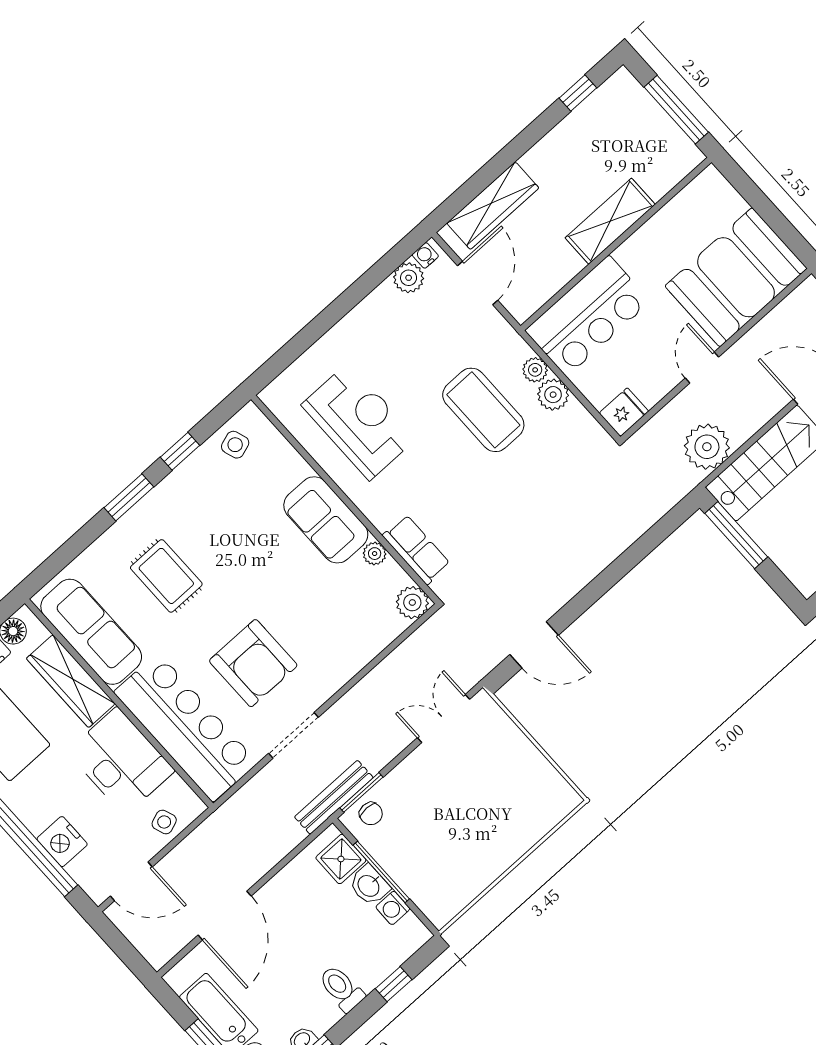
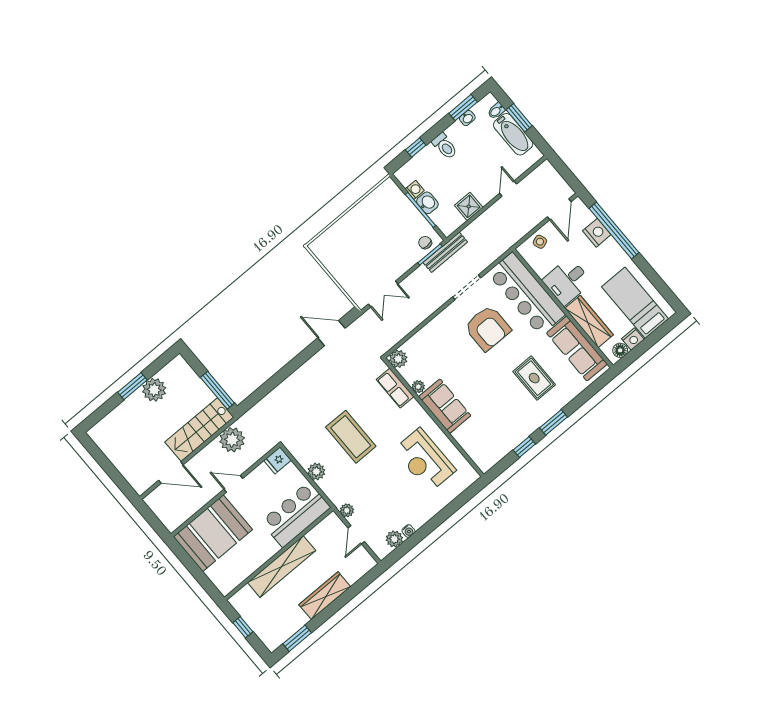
window: (578, 93) -> (297, 638), width x1.50
window: (676, 110) -> (243, 627), width x0.46
wardrobe: (493, 206) -> (325, 596), moved
shelving: (610, 221) -> (282, 567), width x1.47
water cooler: (425, 255) -> (408, 531), moved
door: (478, 283) -> (356, 535), width x0.73
door: (702, 368) -> (233, 484), swing flipped
plant: (535, 370) -> (347, 510), moved
coffee table: (483, 410) -> (351, 437), moved
side table: (235, 445) -> (494, 450), removed
armchair: (253, 663) -> (488, 328), turned 180
desk: (121, 761) -> (567, 281), width x0.73
shower: (341, 859) -> (469, 206), moved
door: (131, 881) -> (559, 209), swing flipped
door: (225, 916) -> (508, 189), width x0.53

